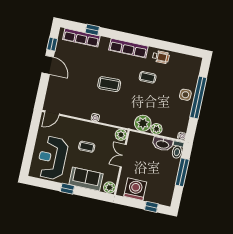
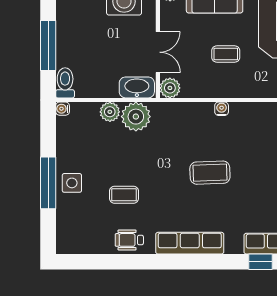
coffee table: (148, 77) -> (124, 195), moved
window: (198, 98) -> (48, 183), width x0.68
washbasin: (163, 144) -> (137, 87), moved

